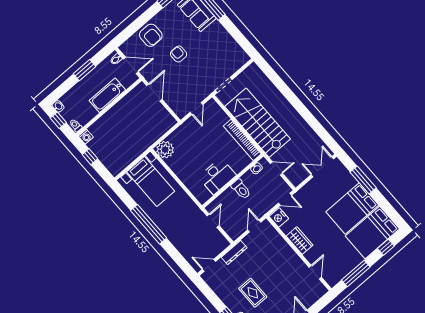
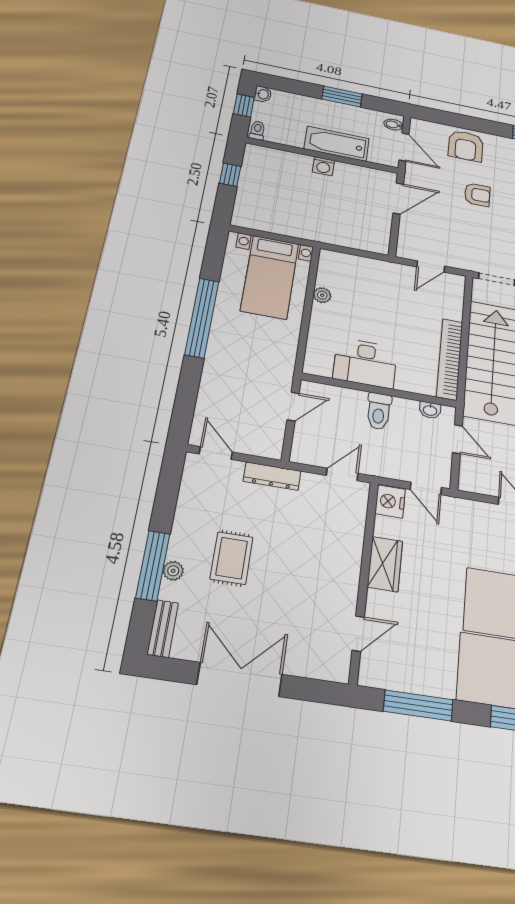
armchair: (179, 54) -> (477, 195), turned 90
washing machine: (86, 137) -> (323, 166), moved
plant: (165, 150) -> (322, 295), moved, width x0.53, depth x0.53

